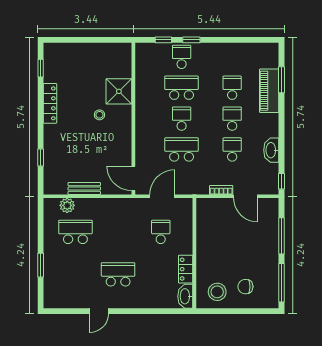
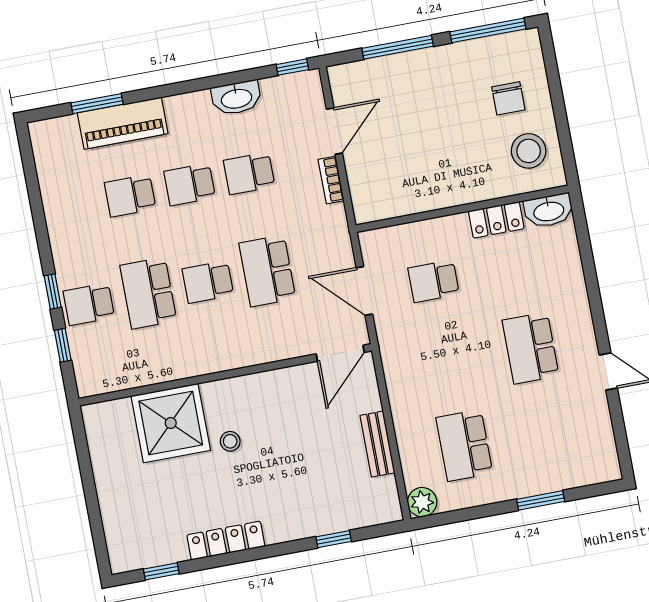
shower: (119, 91) -> (171, 423), width x1.37, depth x1.37
plant: (67, 205) -> (422, 502), moved

